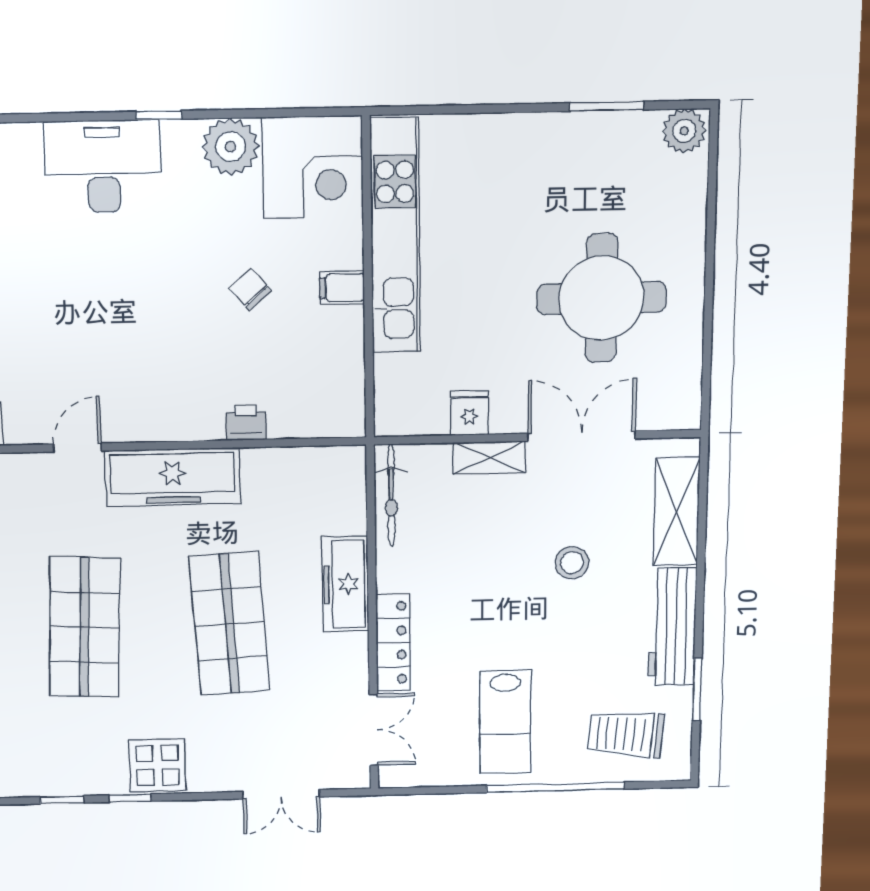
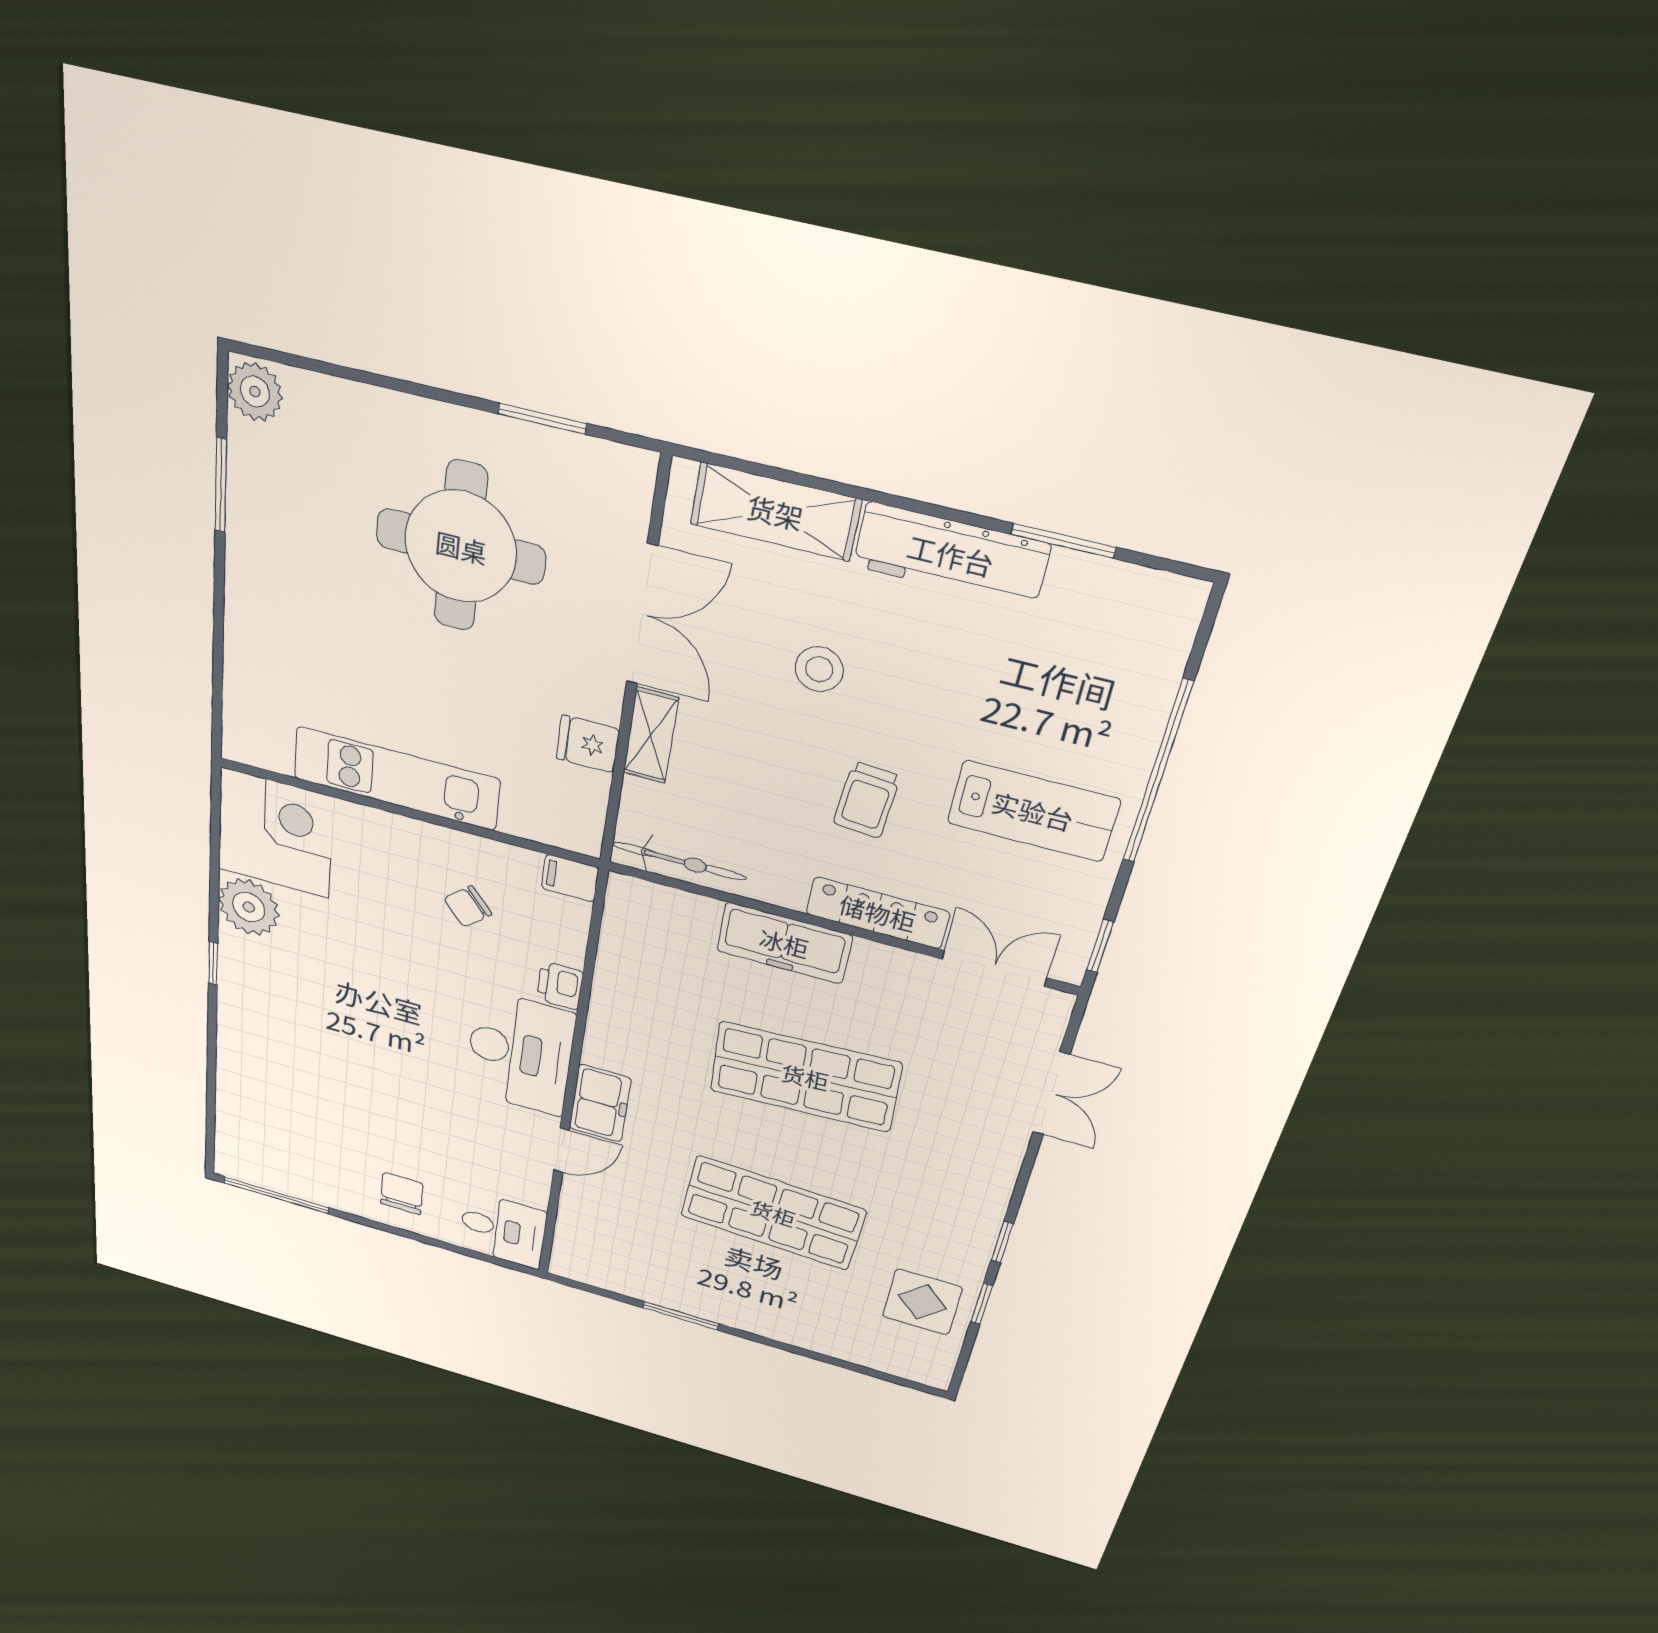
desk: (103, 166) -> (520, 1053), moved, turned 180
kitchen unit: (395, 236) -> (396, 779), width x0.73
filing cabinet: (342, 288) -> (570, 878), moved, turned 90
chair: (250, 289) -> (468, 906), moved
window: (707, 346) -> (542, 419), added
double door: (582, 436) -> (642, 615), swing flipped
door: (78, 448) -> (561, 1150), swing flipped
freezer: (173, 477) -> (600, 1103), width x0.52, depth x0.79
trolley: (626, 734) -> (867, 800), moved, width x0.73, depth x0.72
display table: (158, 765) -> (922, 1302), moved
window: (415, 791) -> (1100, 946), added

